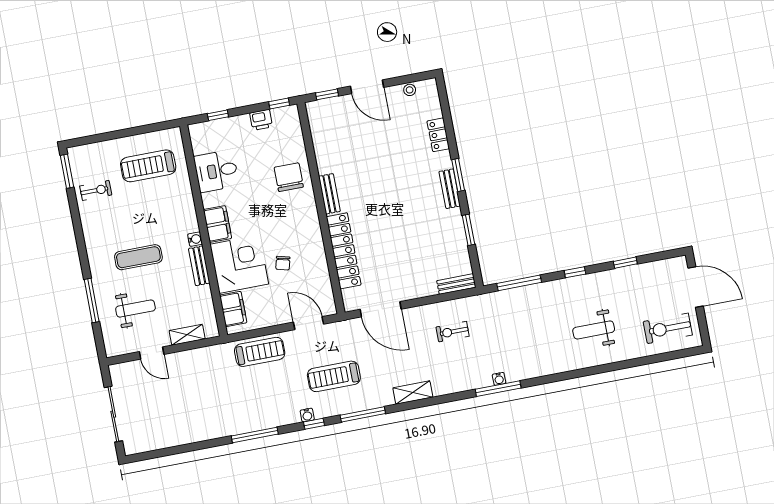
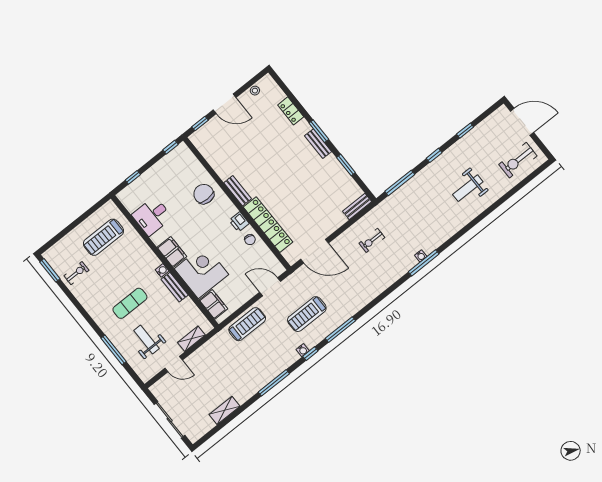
printer: (261, 120) -> (239, 222), moved, turned 90
chair: (283, 263) -> (250, 240), moved
weight bench: (135, 309) -> (147, 340), turned -90
shelving: (413, 393) -> (225, 410), moved

